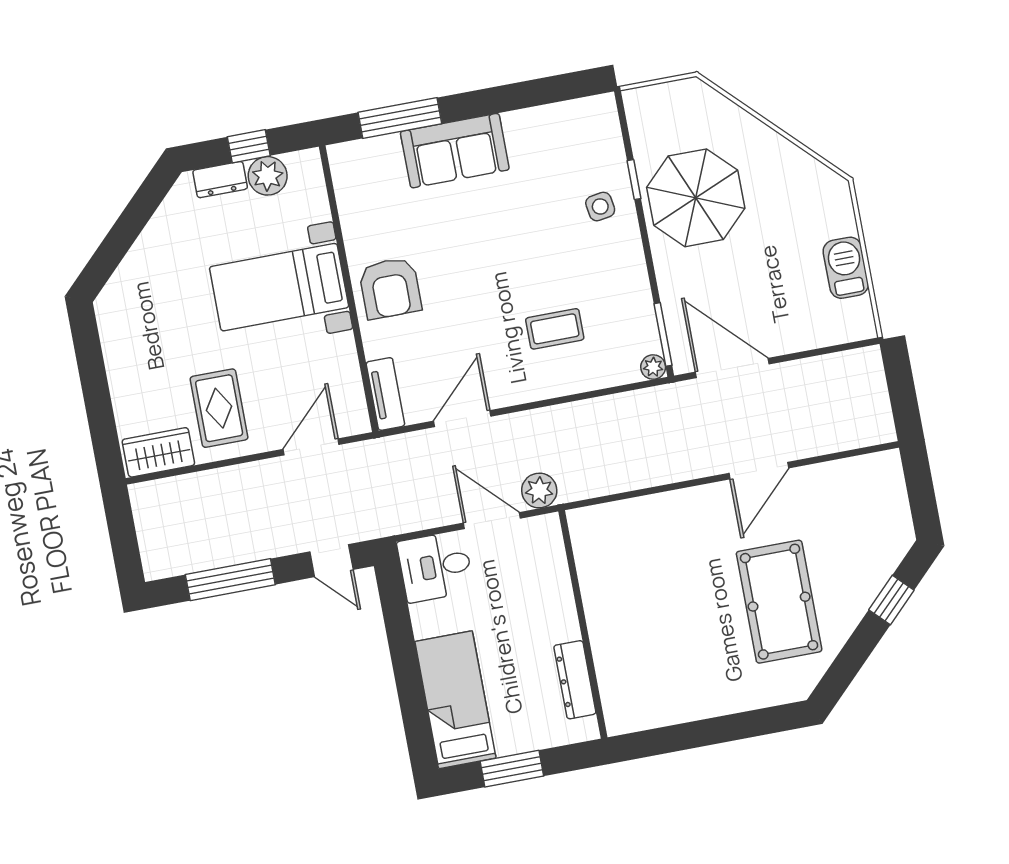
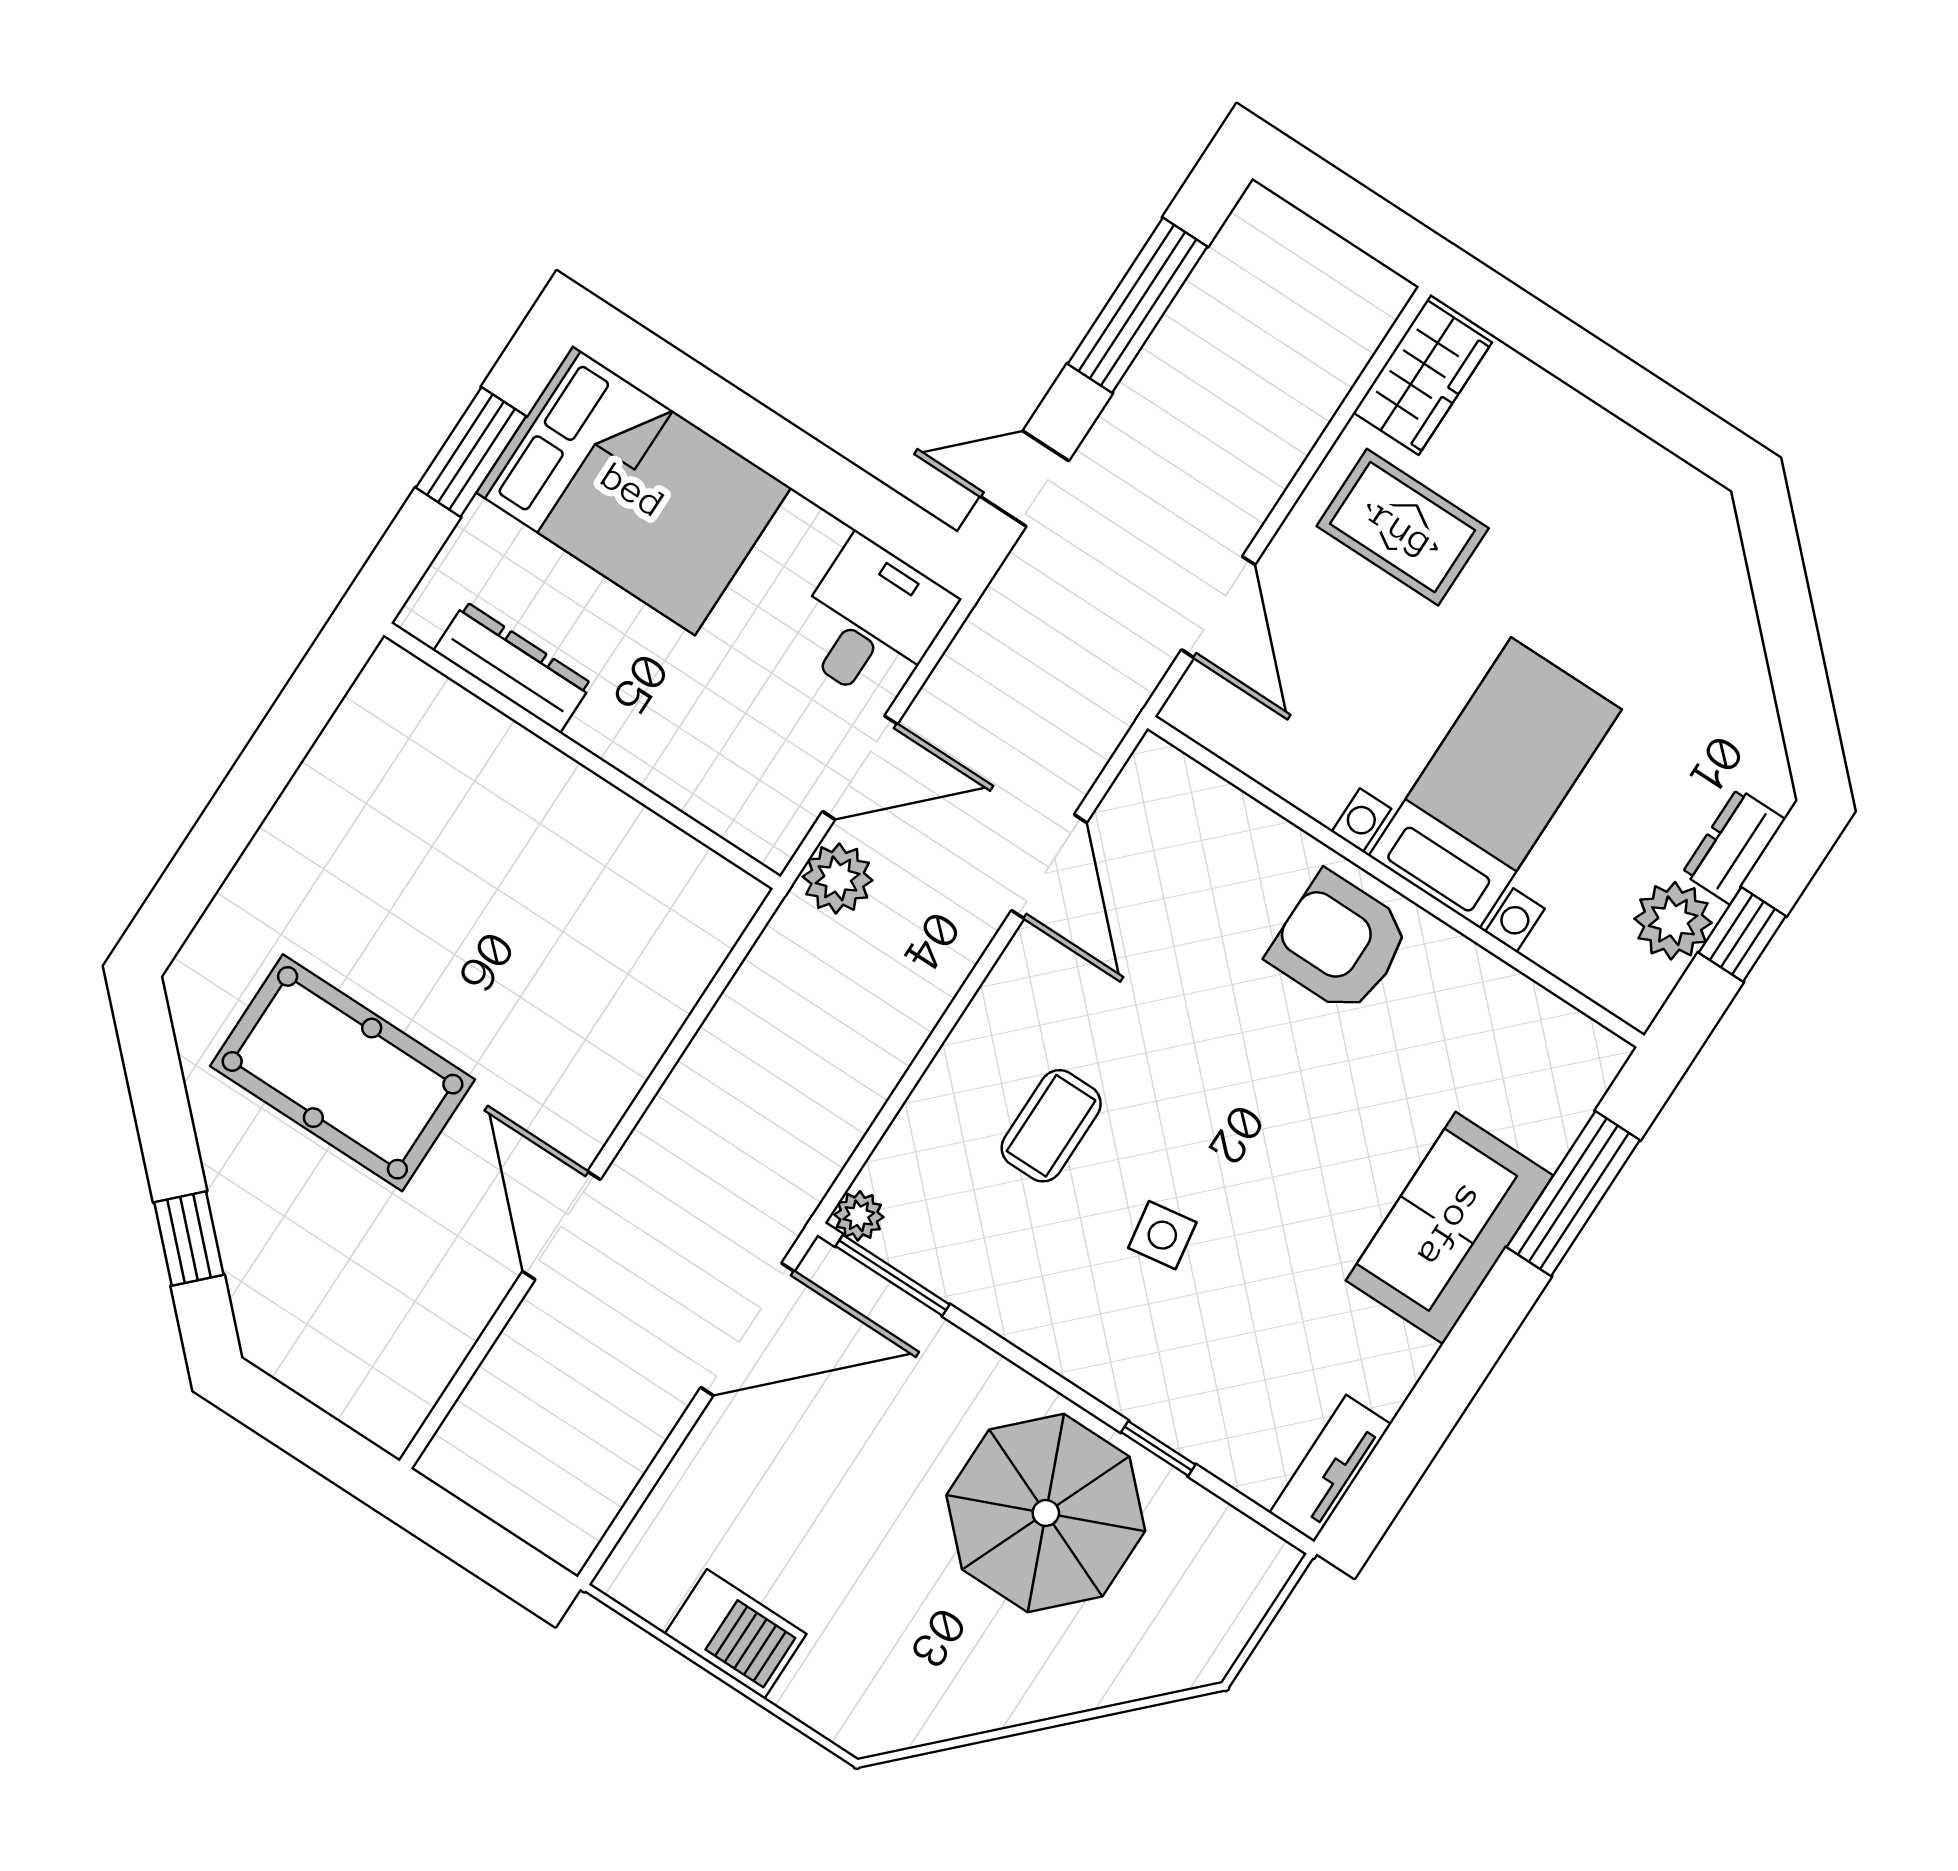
side table: (600, 207) -> (1162, 1235), moved
tv unit: (385, 394) -> (1330, 1468), moved, turned 90
bed: (455, 700) -> (634, 490), width x1.50

